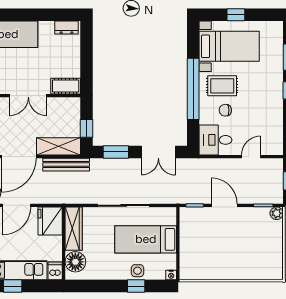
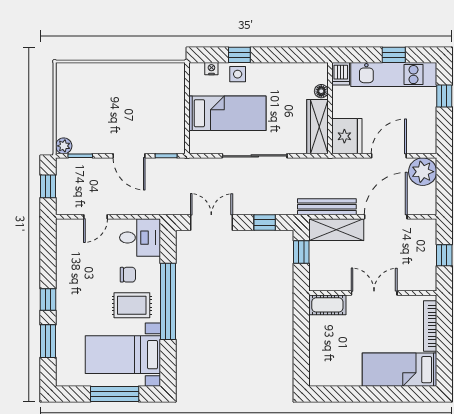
window: (236, 15) -> (115, 394), width x2.17
dresser: (66, 28) -> (326, 378), removed
window: (116, 152) -> (265, 222), width x0.67
floor lamp: (75, 262) -> (321, 91), width x0.53, depth x0.53
nightstand: (171, 275) -> (211, 69), moved

